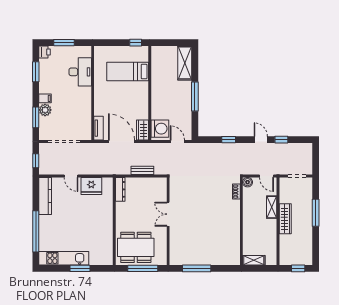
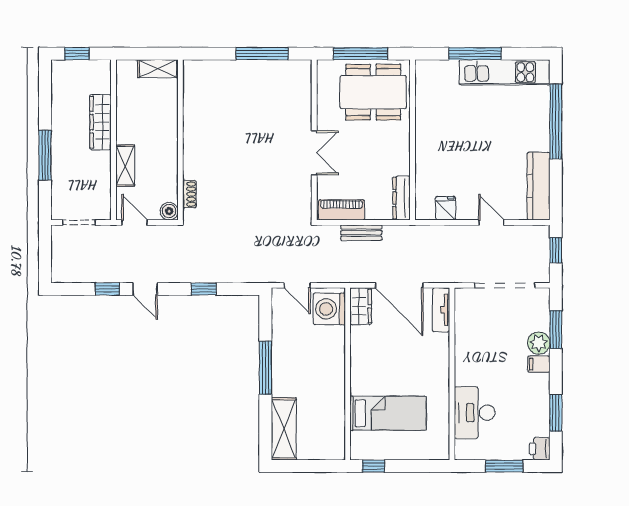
piano: (153, 183) -> (342, 210), added
fridge: (91, 186) -> (446, 208), width x0.53, depth x0.75
wardrobe: (285, 219) -> (100, 122), moved
window: (80, 268) -> (475, 54), width x1.44

